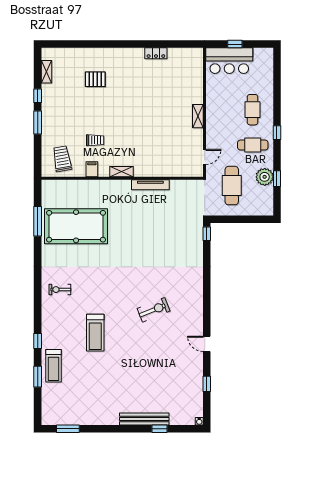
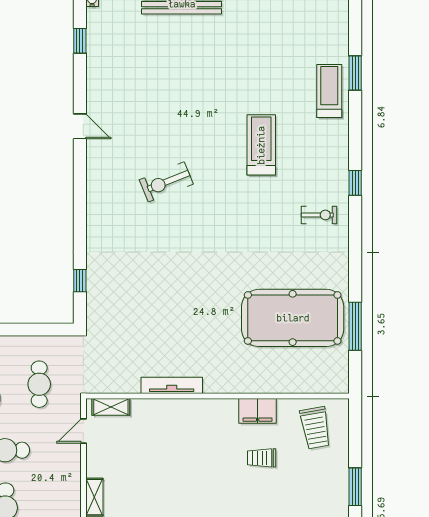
filing cabinet: (92, 169) -> (258, 411), width x2.00
shelving: (122, 172) -> (111, 407), moved
cafe table: (232, 186) -> (39, 384), width x0.73, depth x0.74
window: (207, 234) -> (80, 281), moved
window: (38, 341) -> (355, 183), moved
window: (207, 384) -> (80, 41), moved

